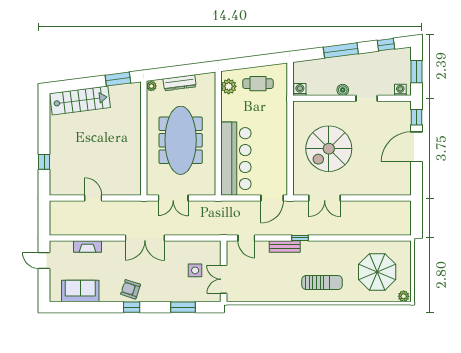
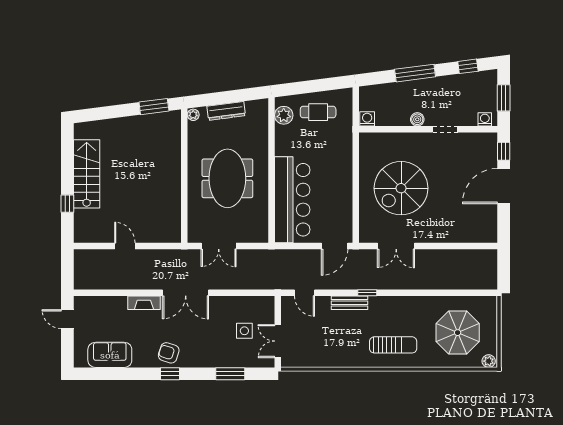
stairs: (80, 100) -> (87, 174), moved, turned -83
meeting table: (181, 140) -> (227, 178), width x0.73
fireplace: (87, 247) -> (144, 303), moved

